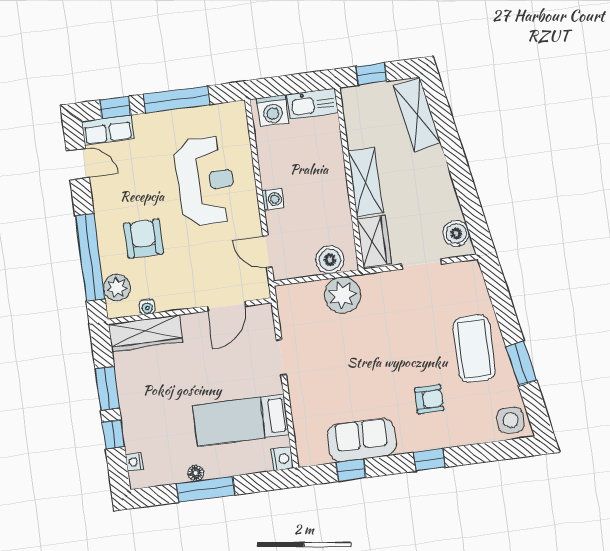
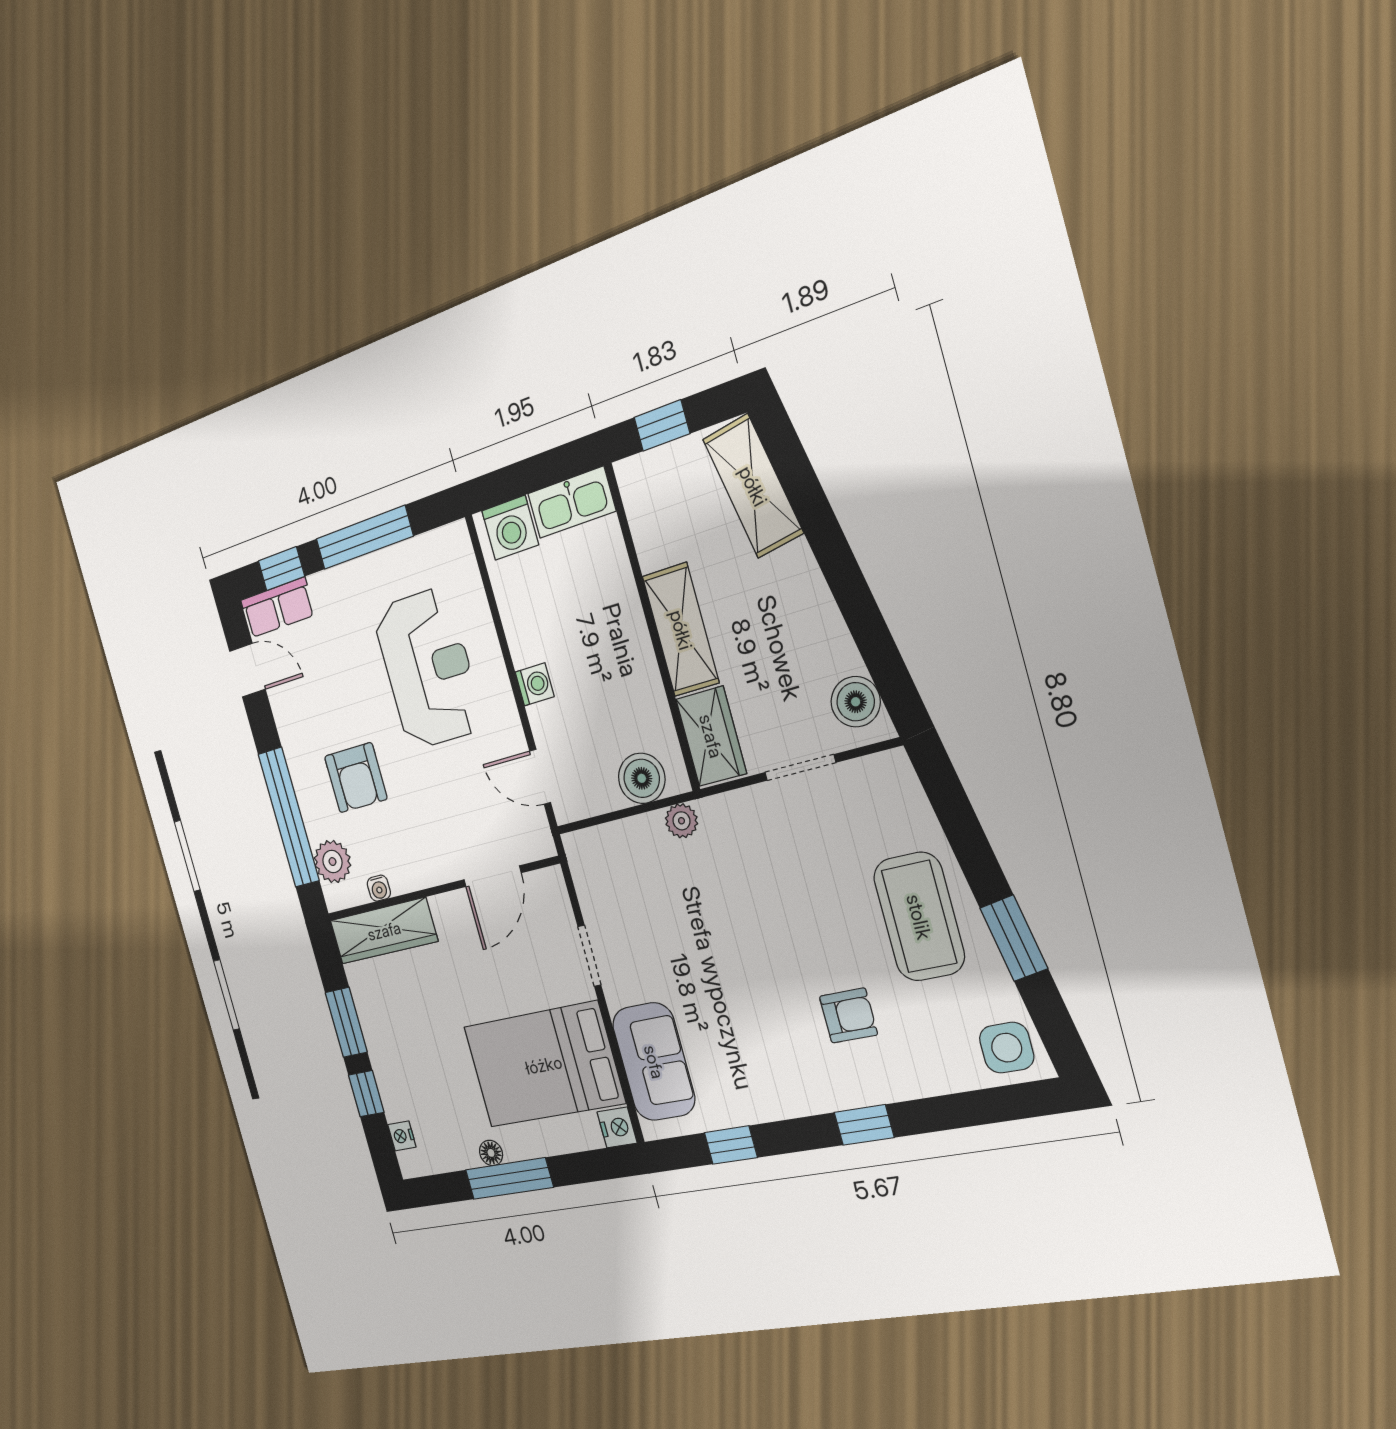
armchair: (144, 239) -> (356, 778), turned 180
plant: (343, 295) -> (681, 821), width x0.53, depth x0.53
bed: (241, 420) -> (544, 1065), width x1.50
sofa: (362, 440) -> (654, 1062), moved, turned 90

